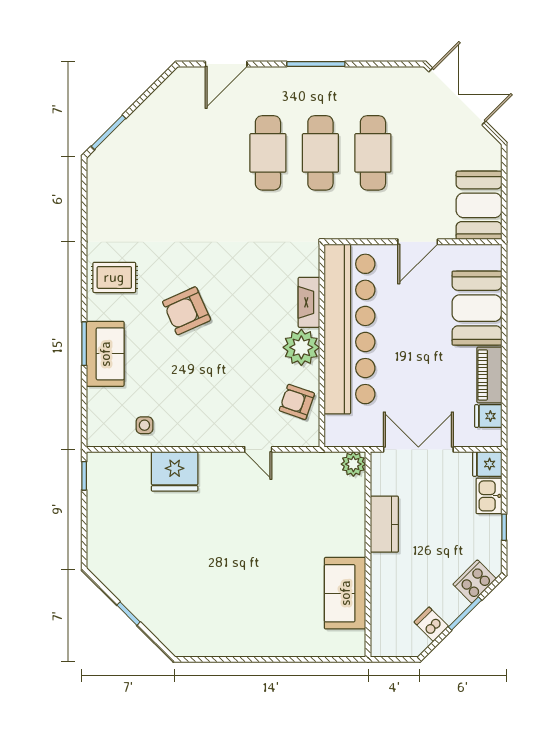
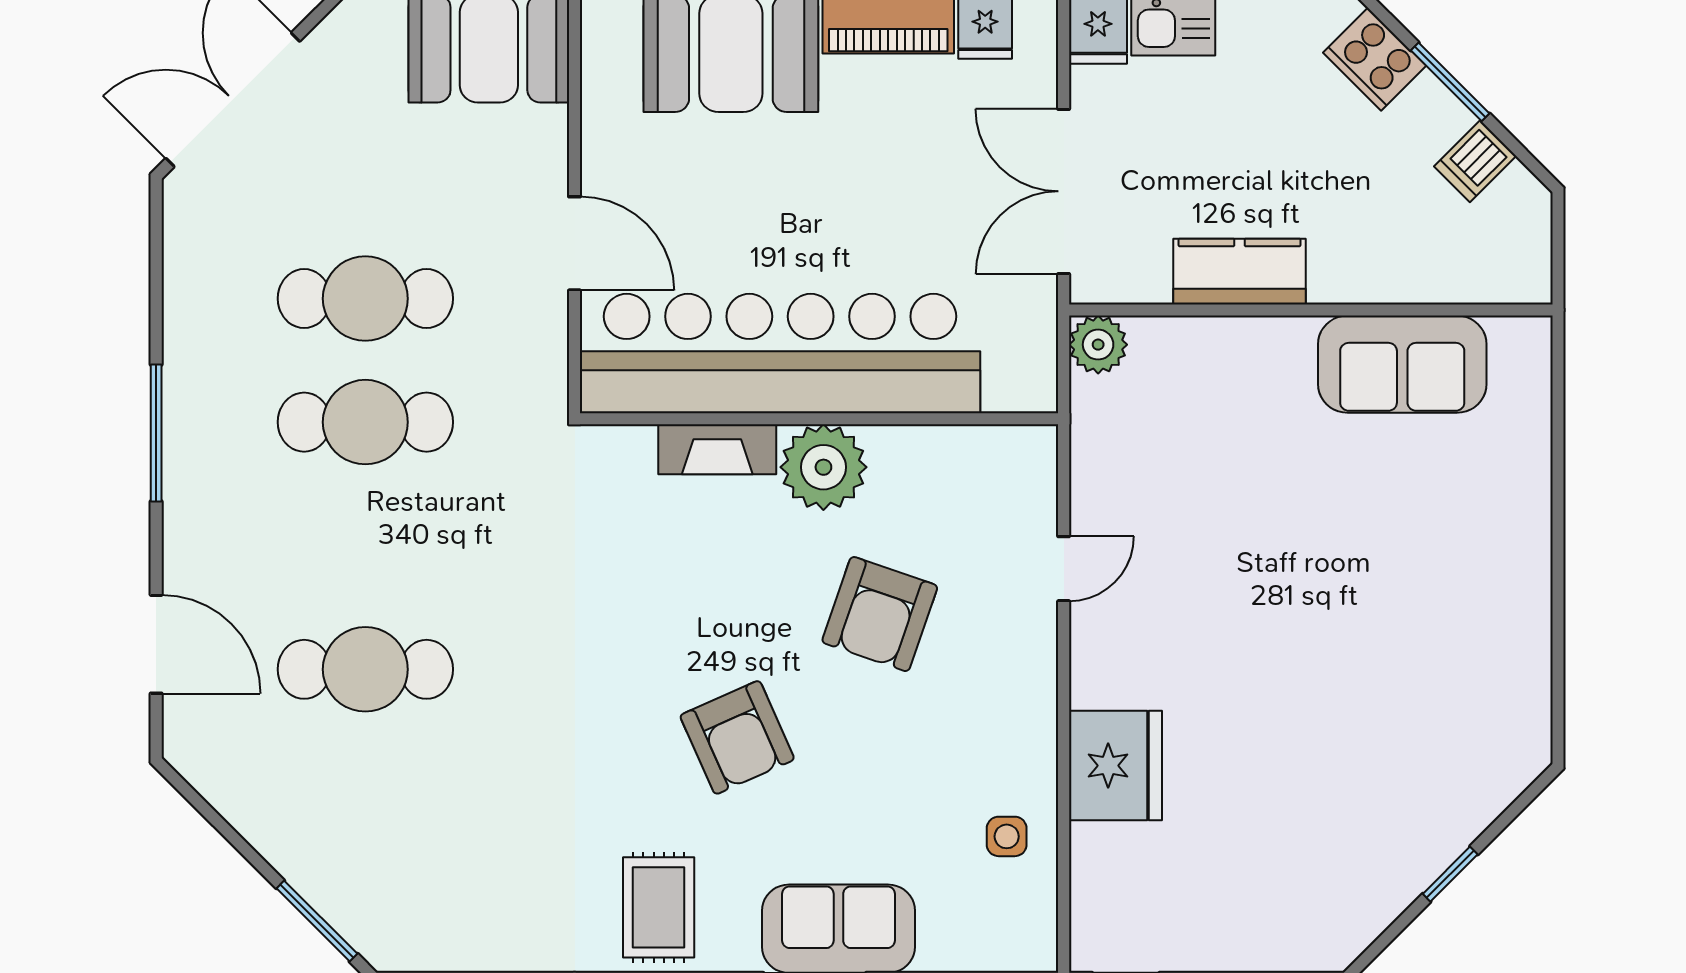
cafe table: (268, 153) -> (365, 669), moved
door: (418, 242) -> (575, 243), moved
armchair: (297, 402) -> (880, 614), moved, width x1.38, depth x1.38

